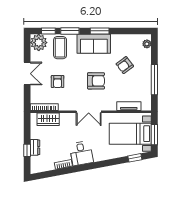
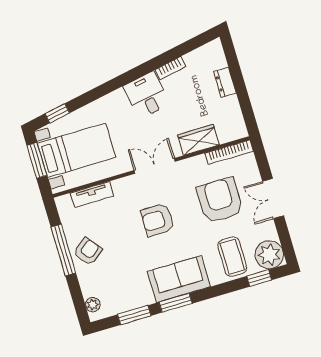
window: (70, 31) -> (134, 315), moved
armchair: (125, 65) -> (88, 251), moved
armchair: (58, 82) -> (220, 200), width x1.88, depth x1.88
wardrobe: (48, 119) -> (198, 140), moved
window: (27, 150) -> (236, 74), removed

